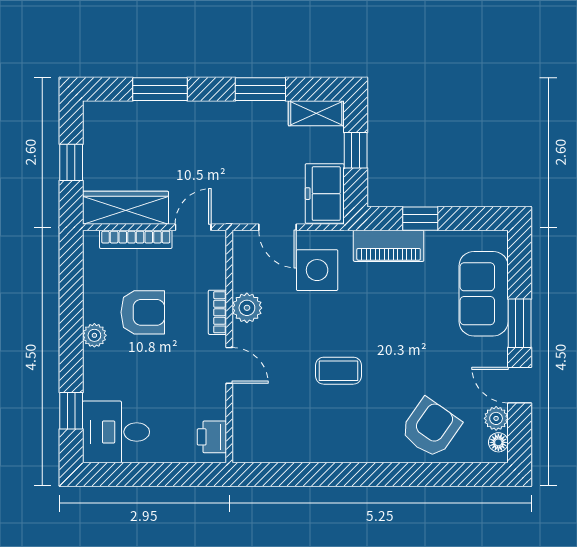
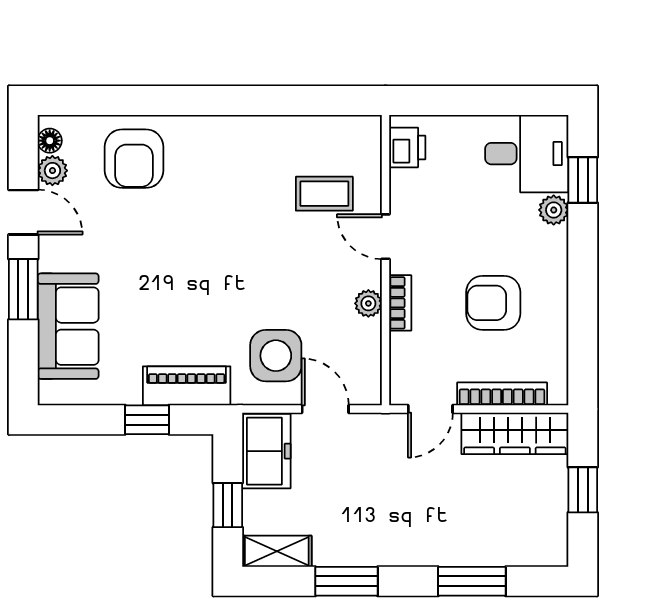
plant: (247, 308) -> (368, 303), width x0.73, depth x0.73
plant: (94, 335) -> (554, 210), moved
coffee table: (339, 371) -> (324, 194), moved
armchair: (431, 428) -> (134, 159), turned -35

